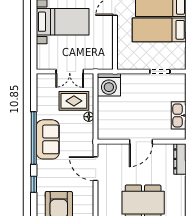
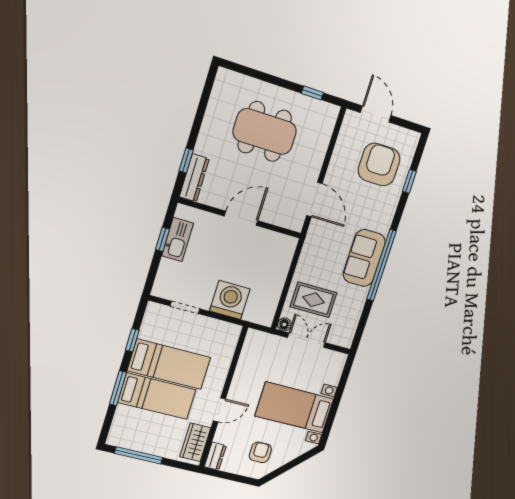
washing machine: (109, 85) -> (230, 300), moved
floor lamp: (89, 117) -> (284, 324), moved
window: (34, 184) -> (409, 181), moved

